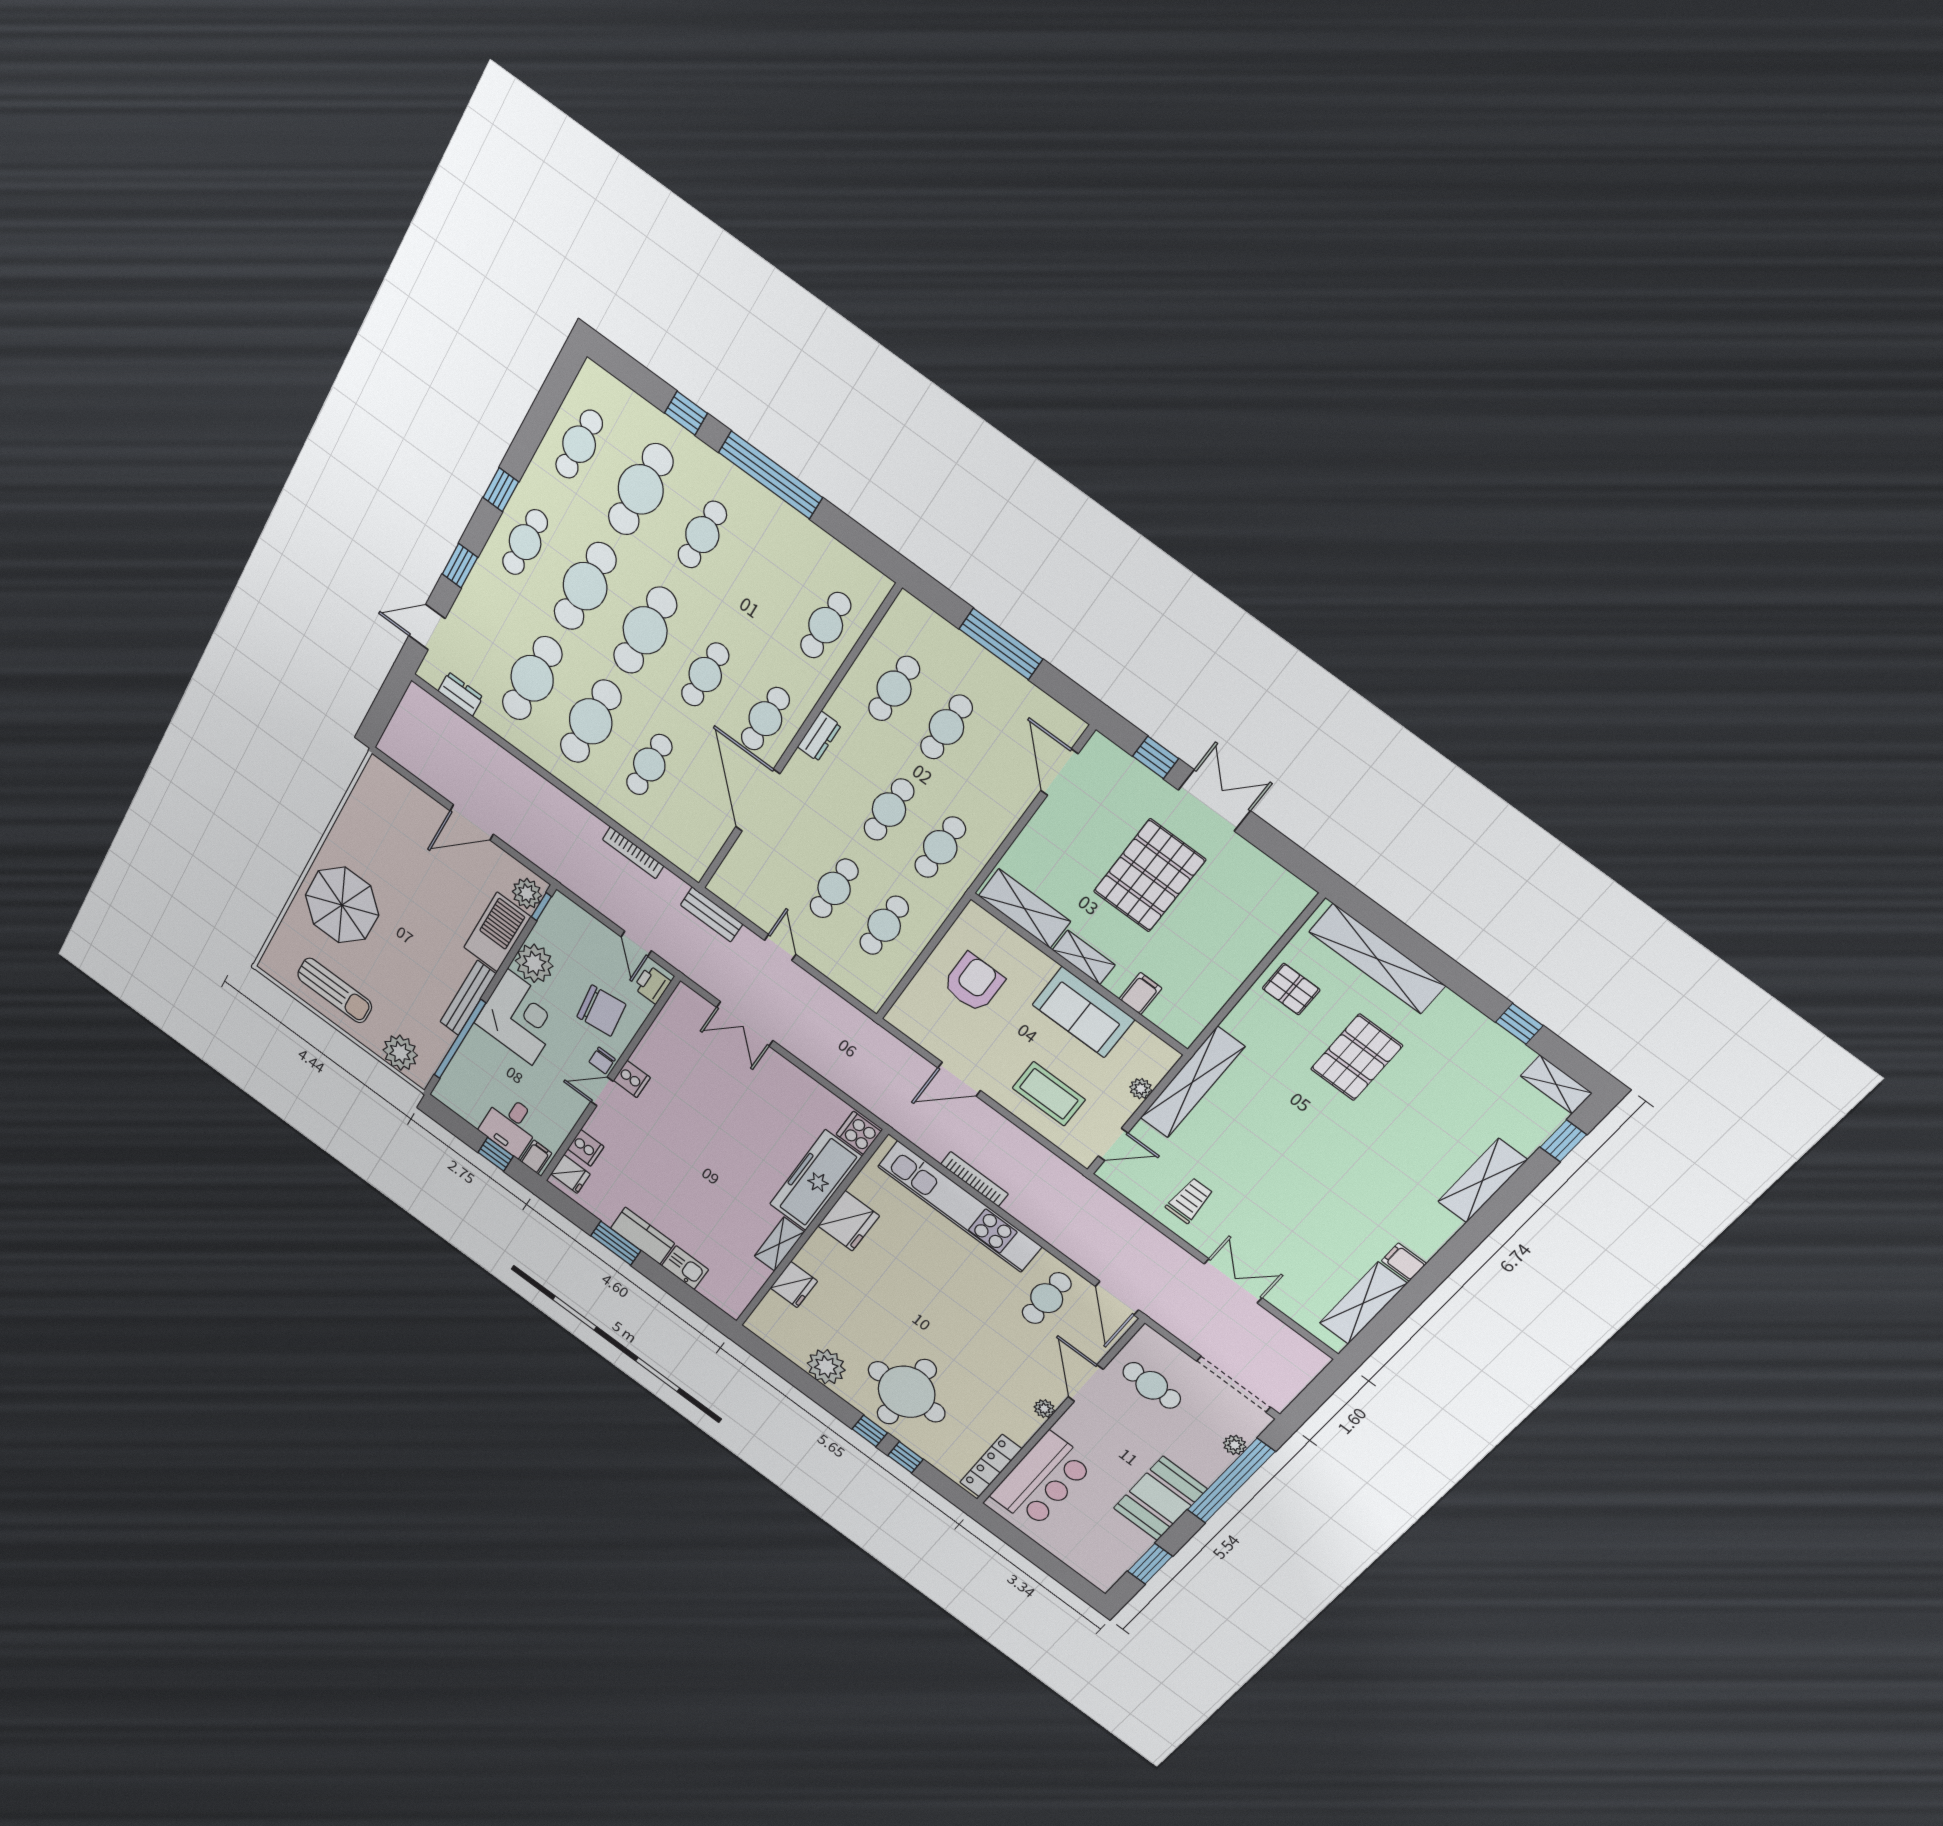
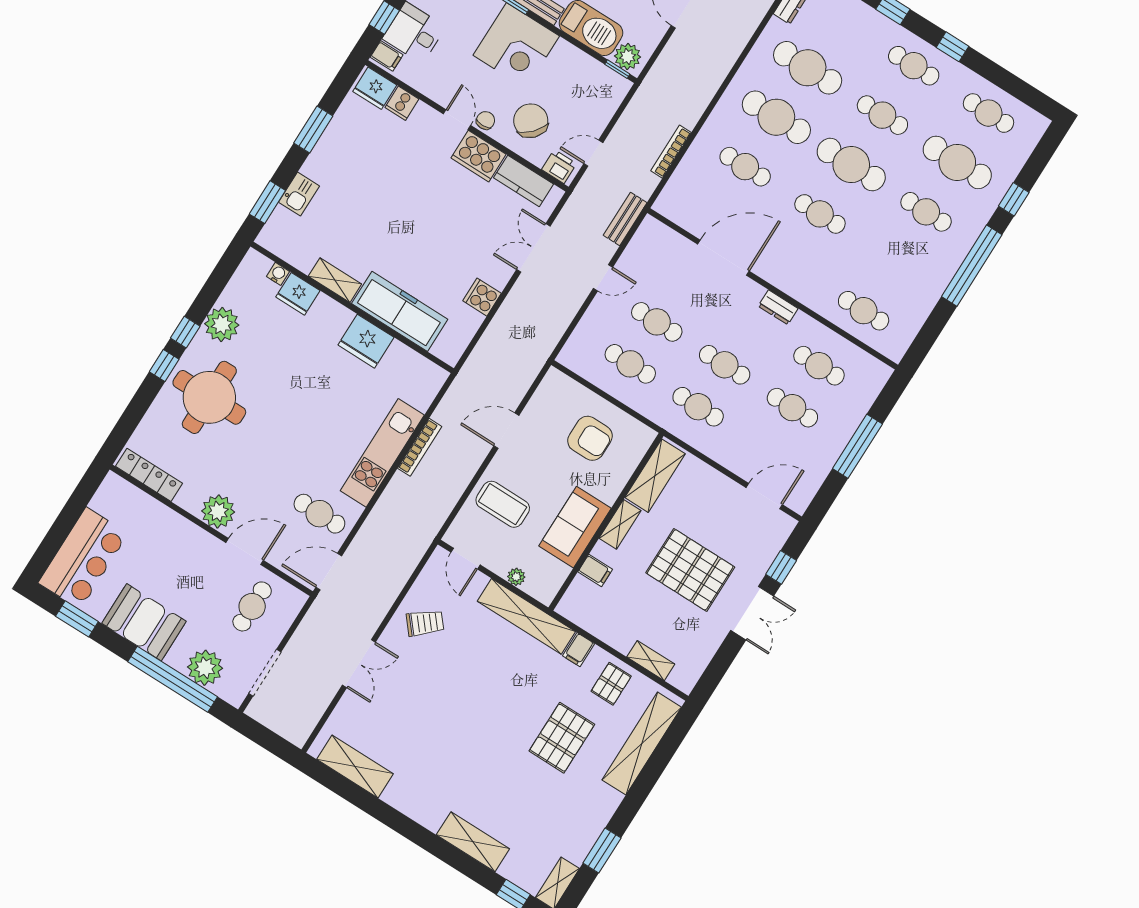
cafe table: (585, 586) -> (882, 115), width x0.73, depth x0.74
cafe table: (765, 719) -> (789, 263), removed
shelving: (1265, 937) -> (651, 661), added
plant: (534, 963) -> (567, 61), removed
chair: (601, 1011) -> (531, 121), turned 140
window: (1519, 1024) -> (602, 851), width x1.50
pallet: (1356, 1057) -> (562, 738), turned 90
chair: (602, 1060) -> (485, 120), turned 90
cooker: (632, 1079) -> (478, 156), width x1.87, depth x1.31
door: (959, 1079) -> (506, 431), hinge flipped
coffee table: (1049, 1094) -> (503, 504), turned 90
cooker: (859, 1133) -> (482, 297), moved, turned -90
fridge: (570, 1174) -> (375, 88), width x1.38
trolley: (1189, 1200) -> (425, 623), turned -40
kitchen unit: (960, 1207) -> (382, 453), width x0.73
kitchen counter: (643, 1236) -> (523, 181), moved, turned 90
filing cabinet: (1404, 1262) -> (579, 650), moved, turned 180
window: (694, 1301) -> (267, 202), added
water cooler: (772, 1302) -> (278, 274), added
doorway: (1233, 1384) -> (265, 673), width x0.73
plant: (1044, 1409) -> (218, 511), width x1.88, depth x1.88
plant: (1235, 1445) -> (205, 668), width x1.88, depth x1.88
window: (905, 1457) -> (185, 332), moved
bar counter: (1042, 1480) -> (83, 558), moved, turned -90

